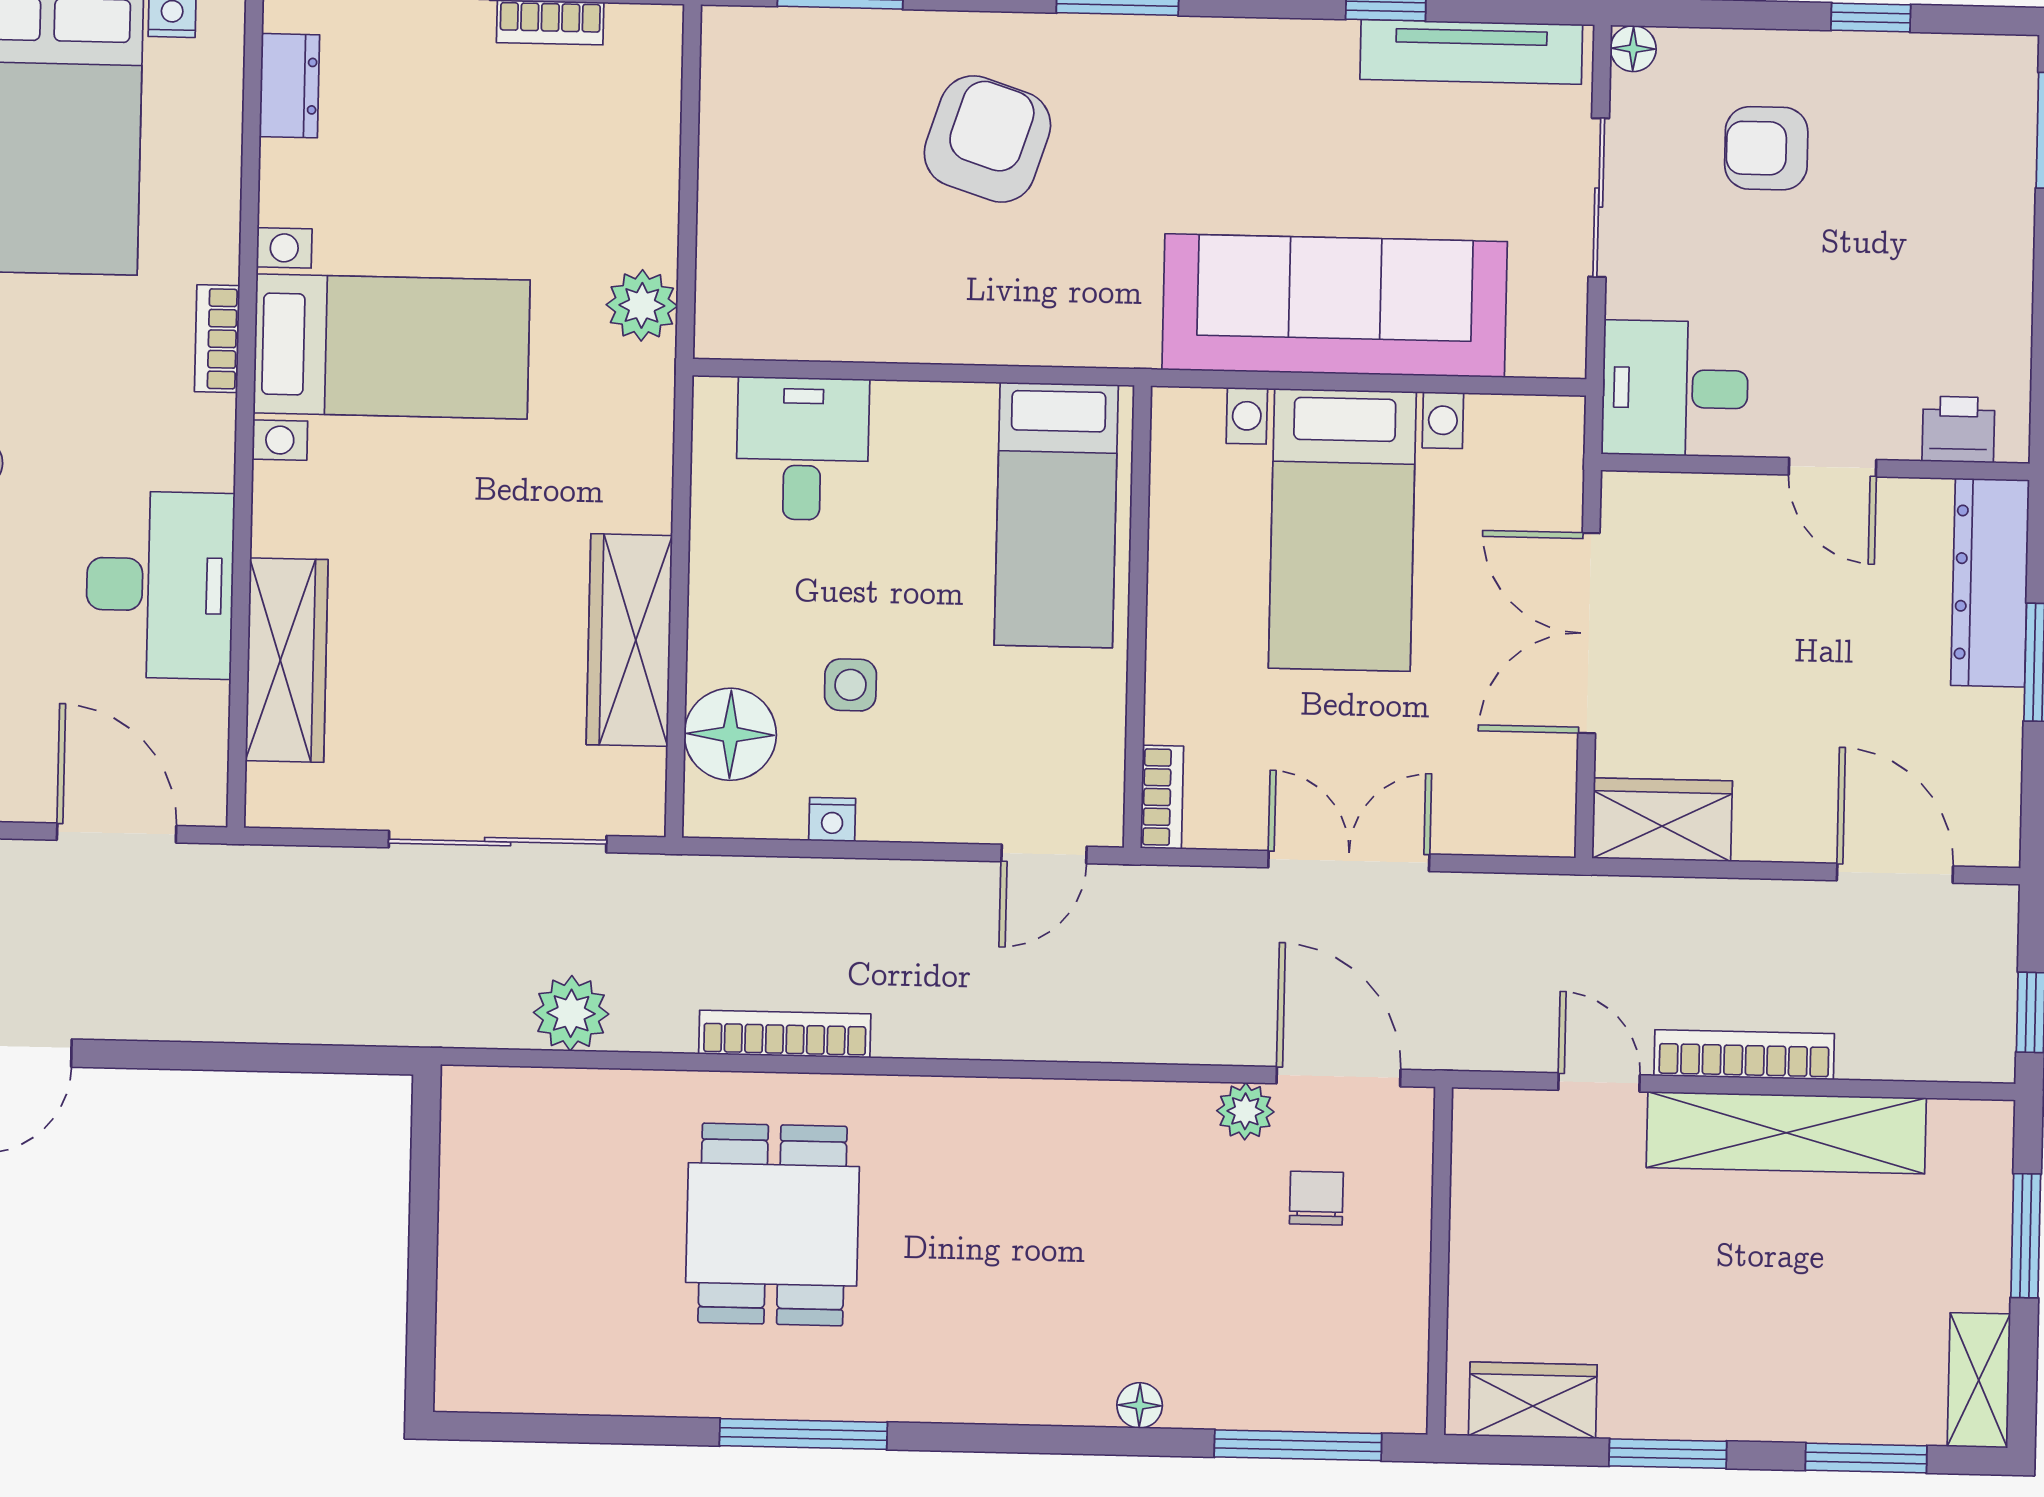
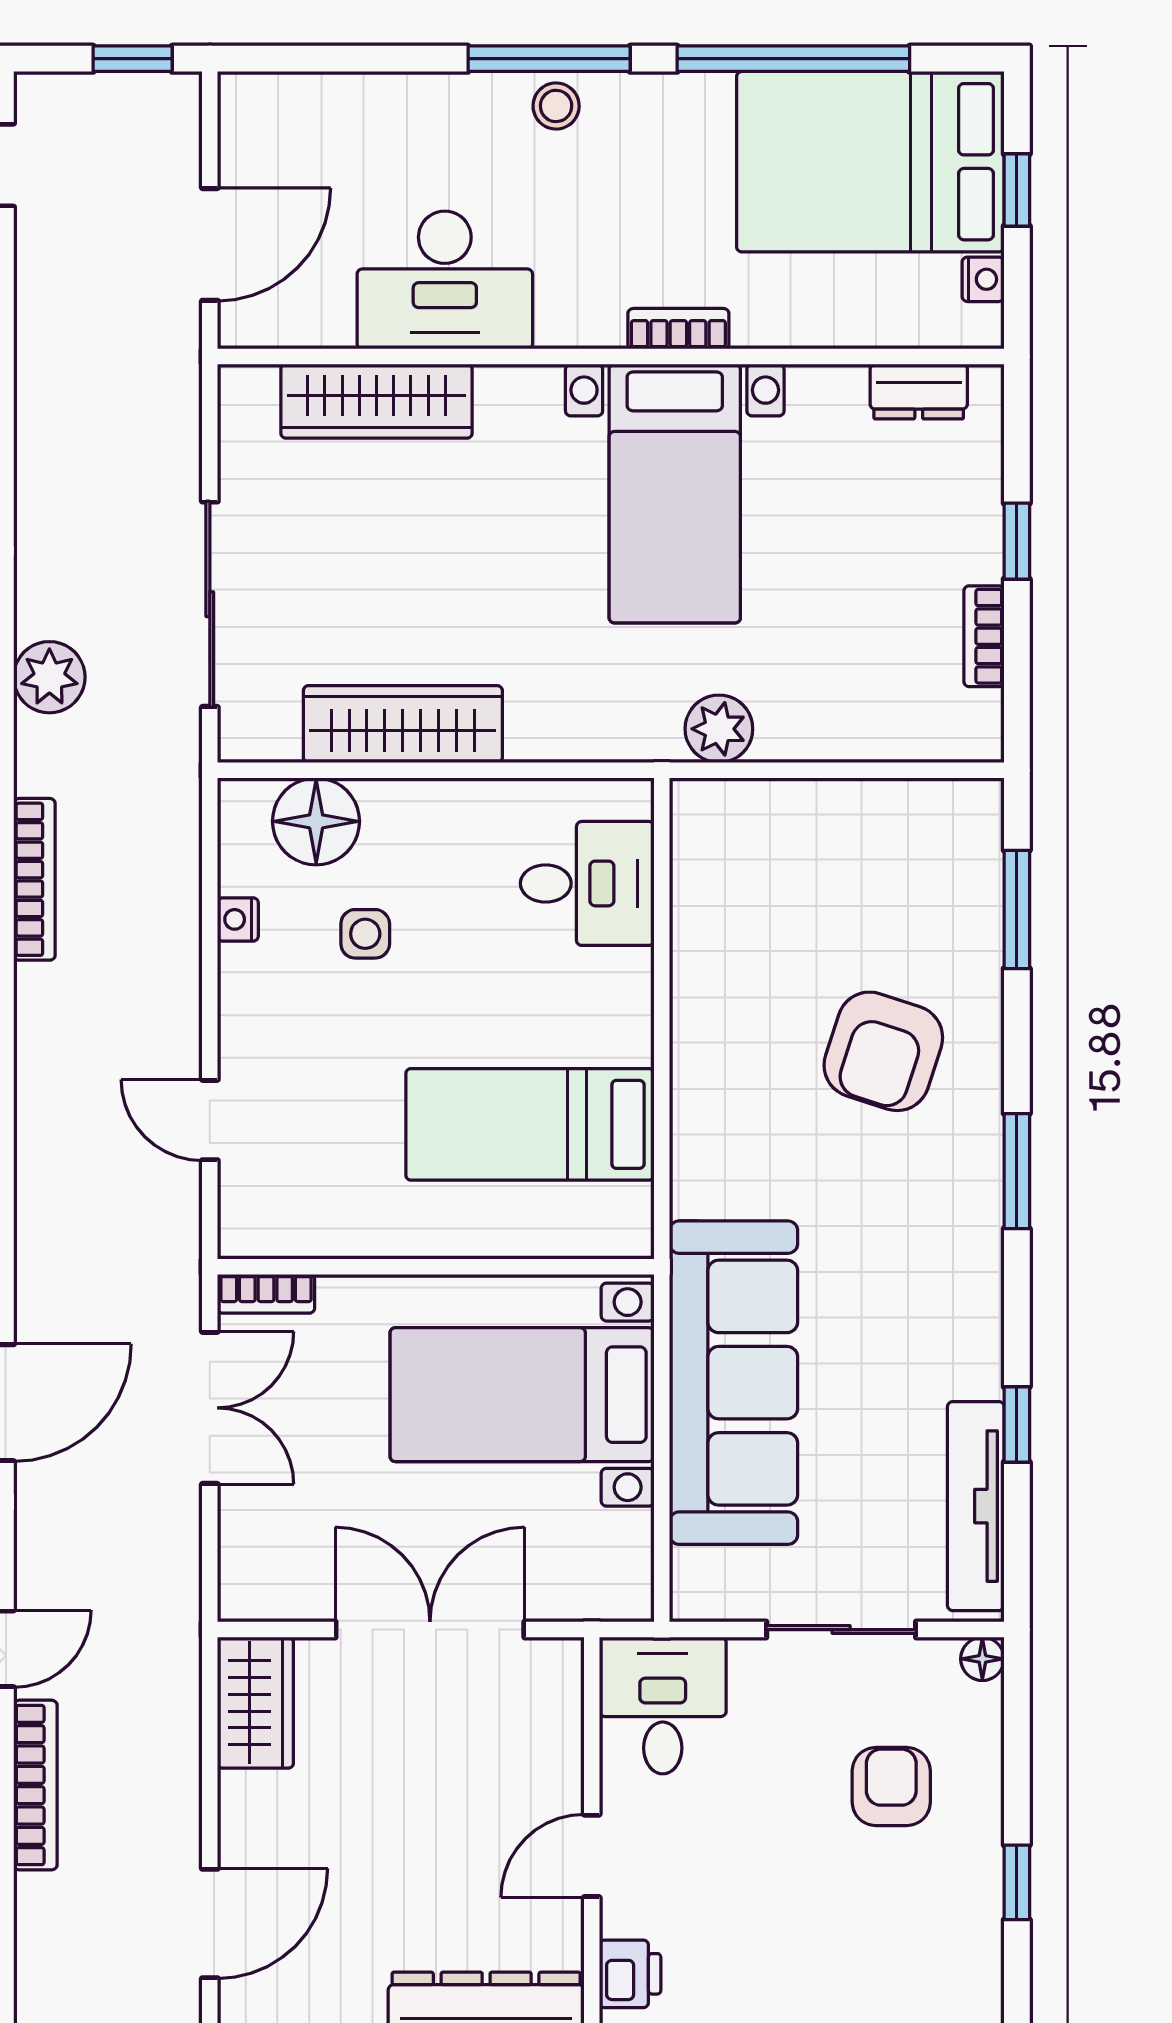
armchair: (987, 139) -> (883, 1051), turned 90
wall: (1137, 617) -> (436, 1267), moved
bookcase: (1162, 797) -> (266, 1294), moved

